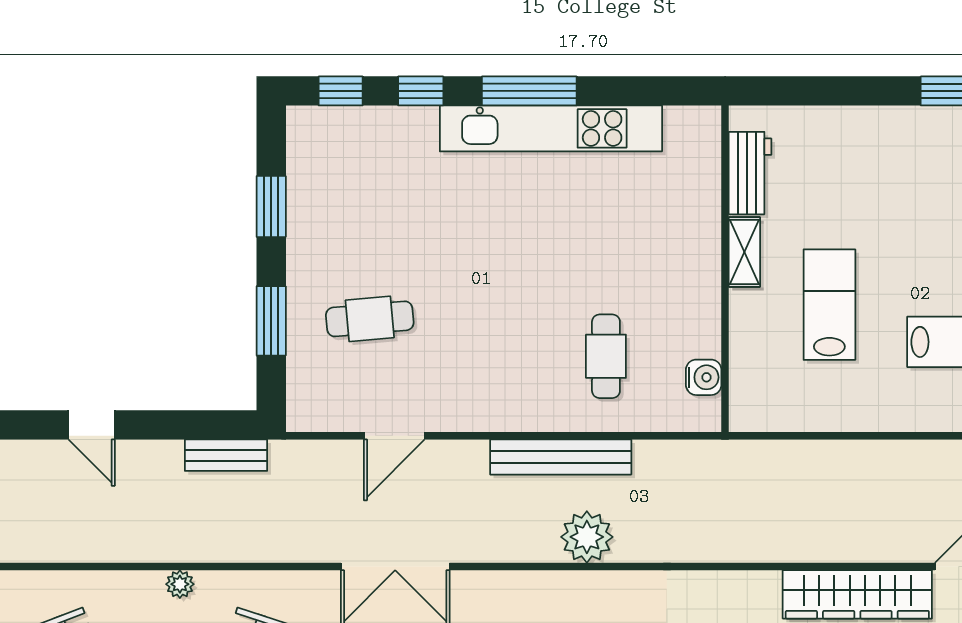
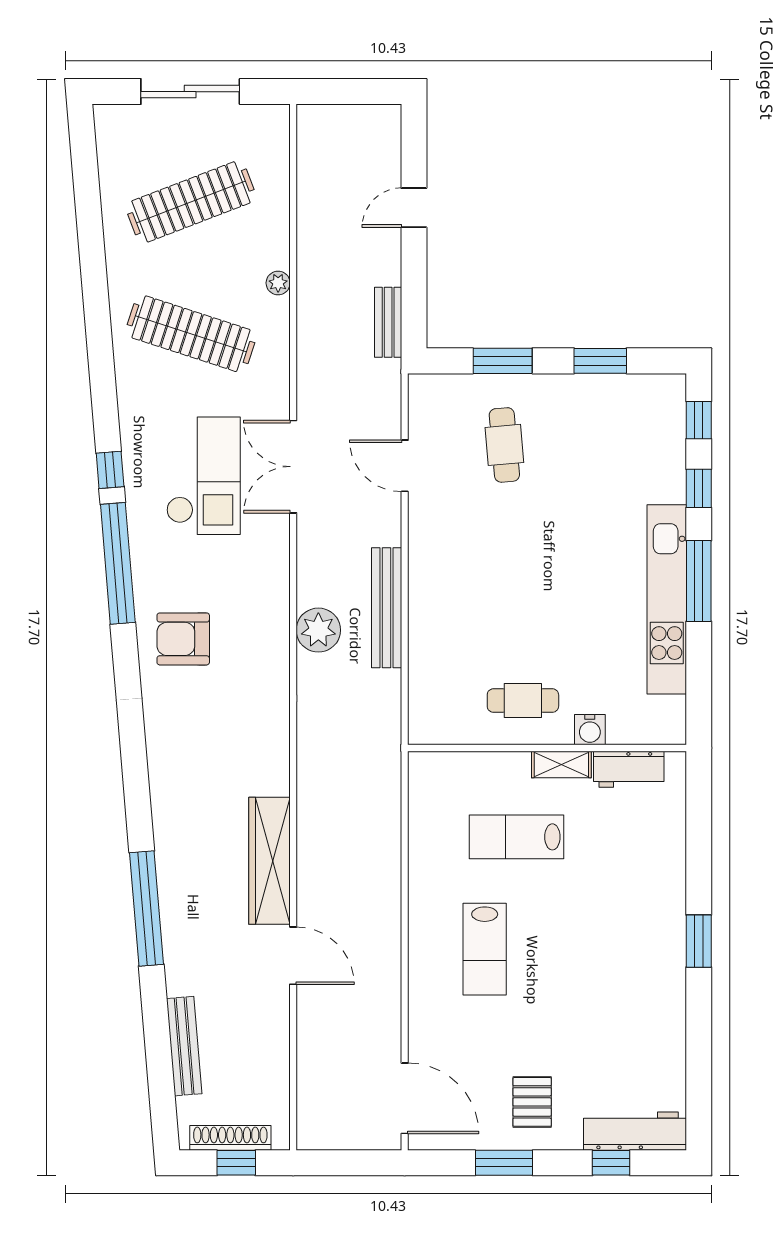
lab bench: (829, 305) -> (517, 837), turned 180
cafe table: (606, 356) -> (523, 701), moved
water cooler: (704, 377) -> (590, 730), moved

